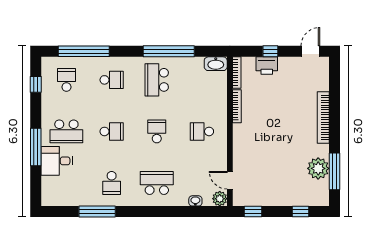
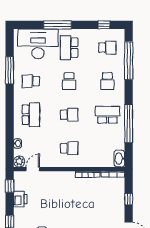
printer: (267, 66) -> (20, 199), moved, turned 180
school desk: (202, 131) -> (69, 148), turned 90
desk: (57, 161) -> (38, 44), width x1.87, depth x1.30

